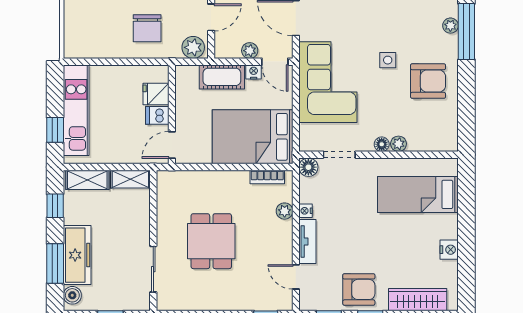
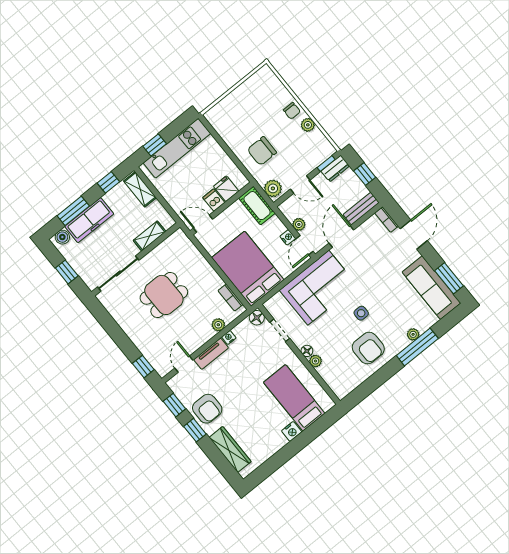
cot: (222, 77) -> (257, 206), moved
shelving: (130, 179) -> (150, 236), moved, turned 90
nightstand: (449, 250) -> (292, 431), moved
sliding door: (153, 269) -> (118, 273), width x1.37

